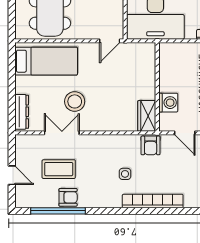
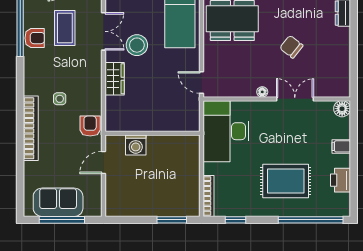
wardrobe: (147, 116) -> (115, 79), moved, turned 90
armchair: (151, 145) -> (90, 126), turned 90
armchair: (68, 197) -> (35, 38), turned -90

